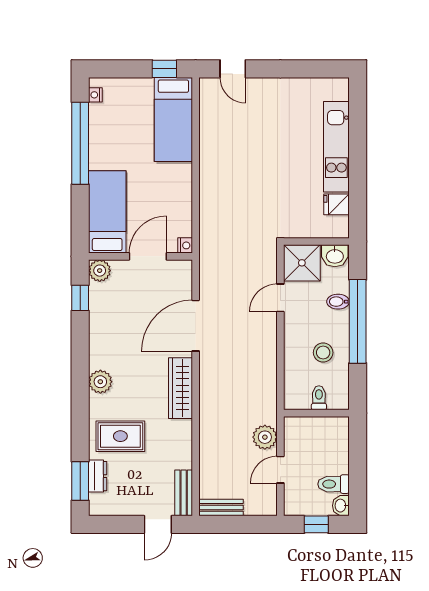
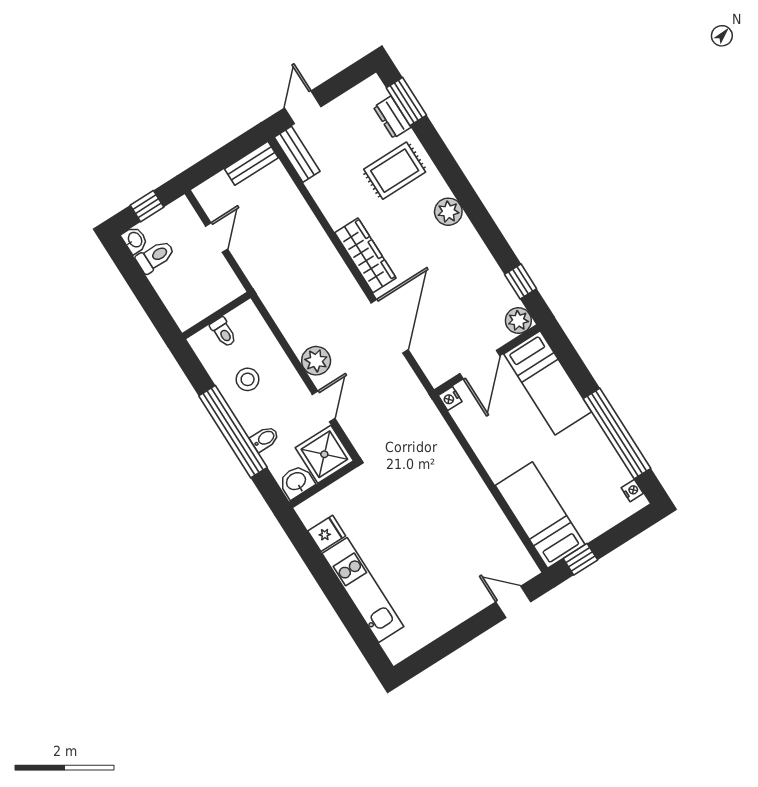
plant: (265, 437) -> (316, 361), moved

